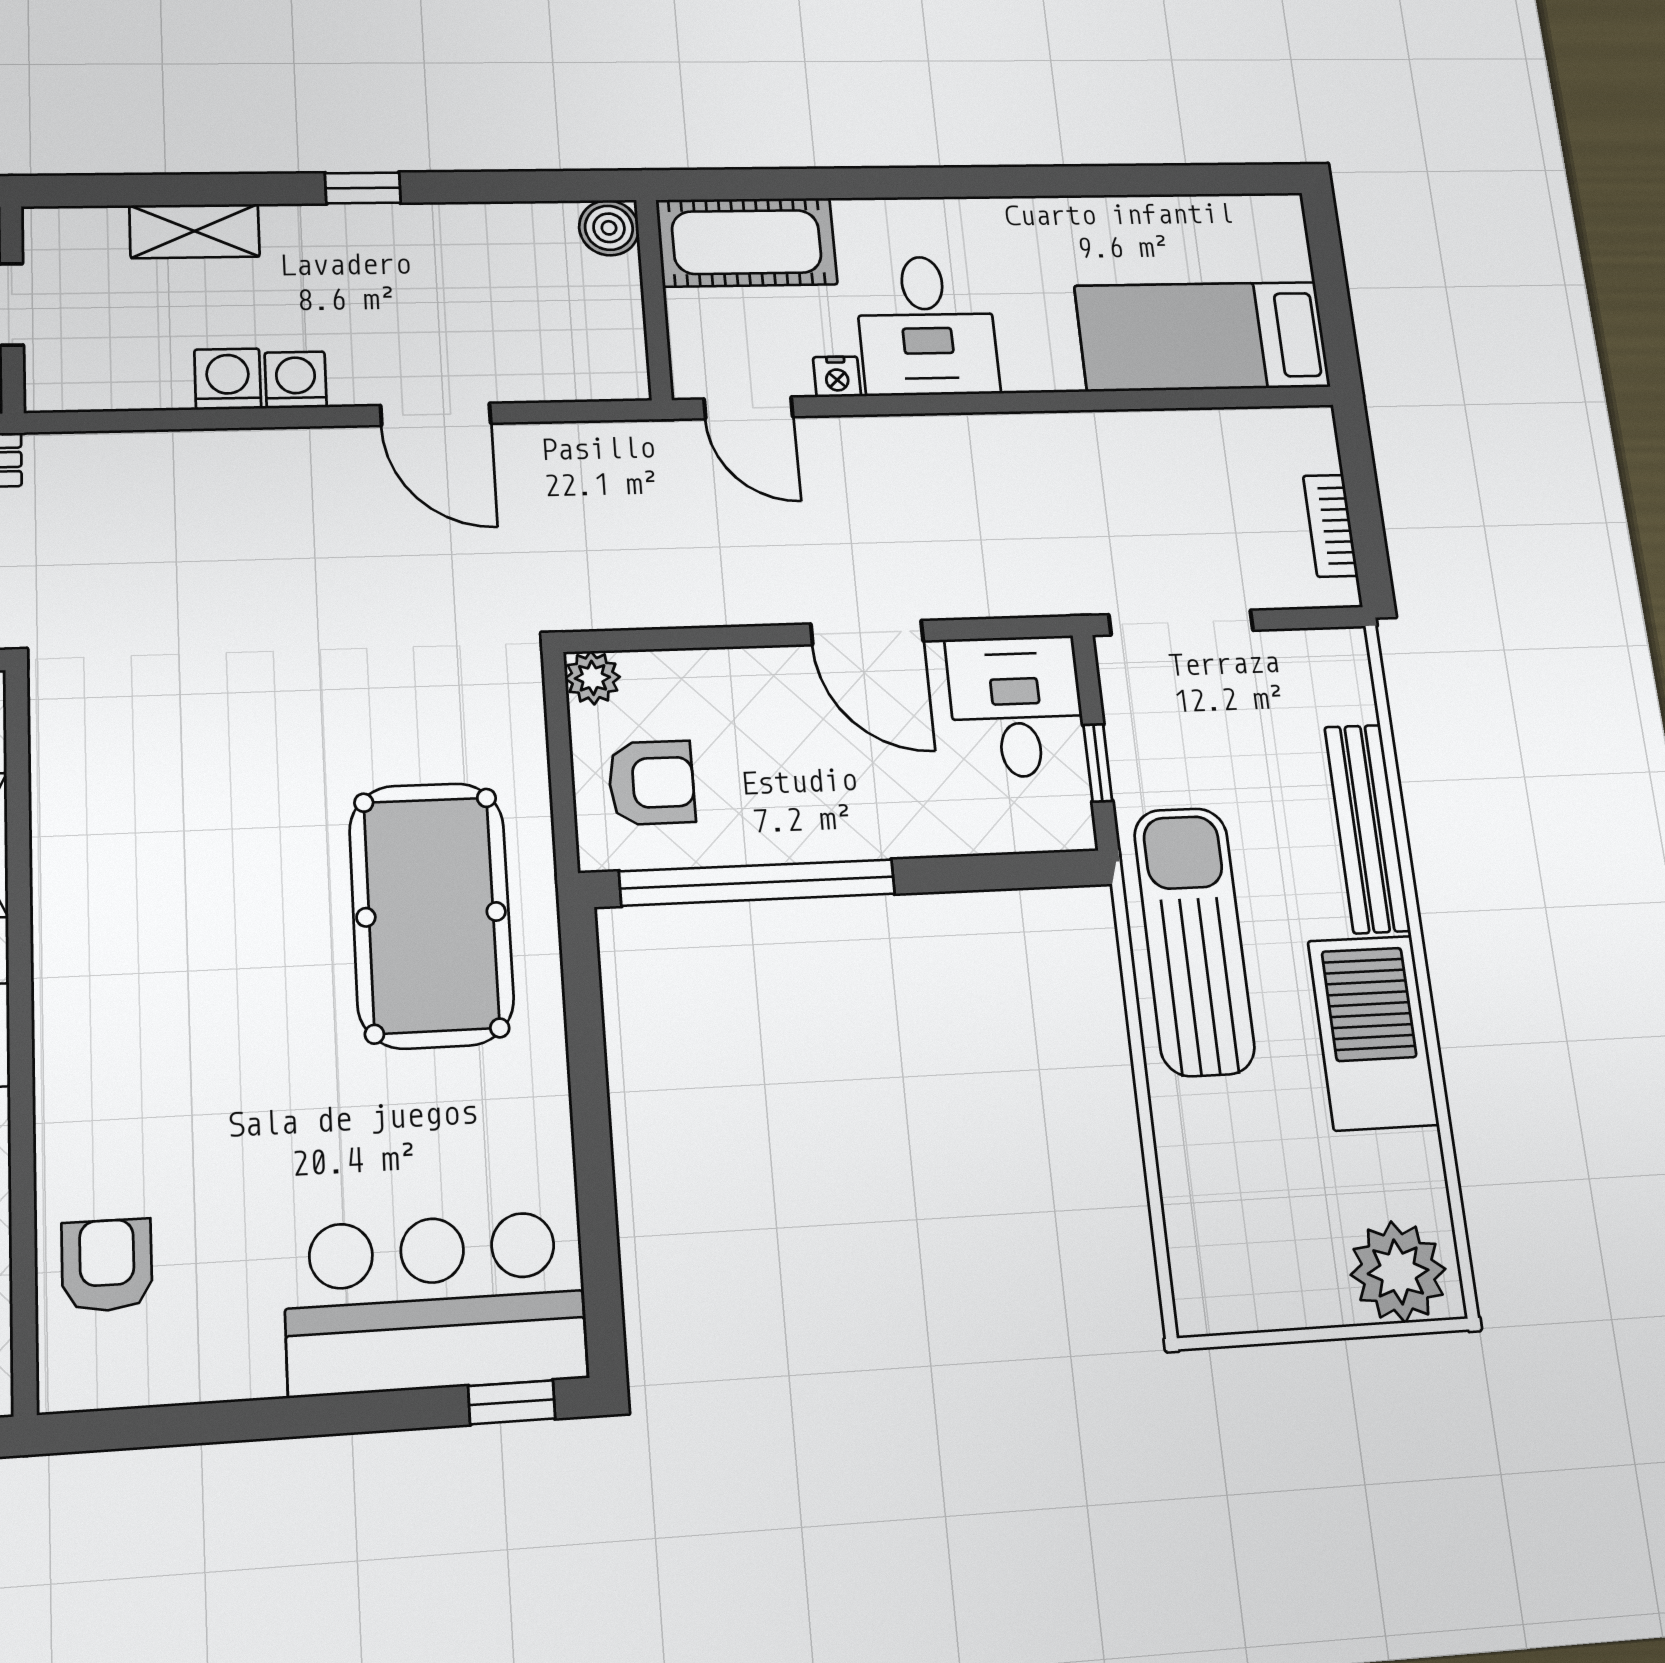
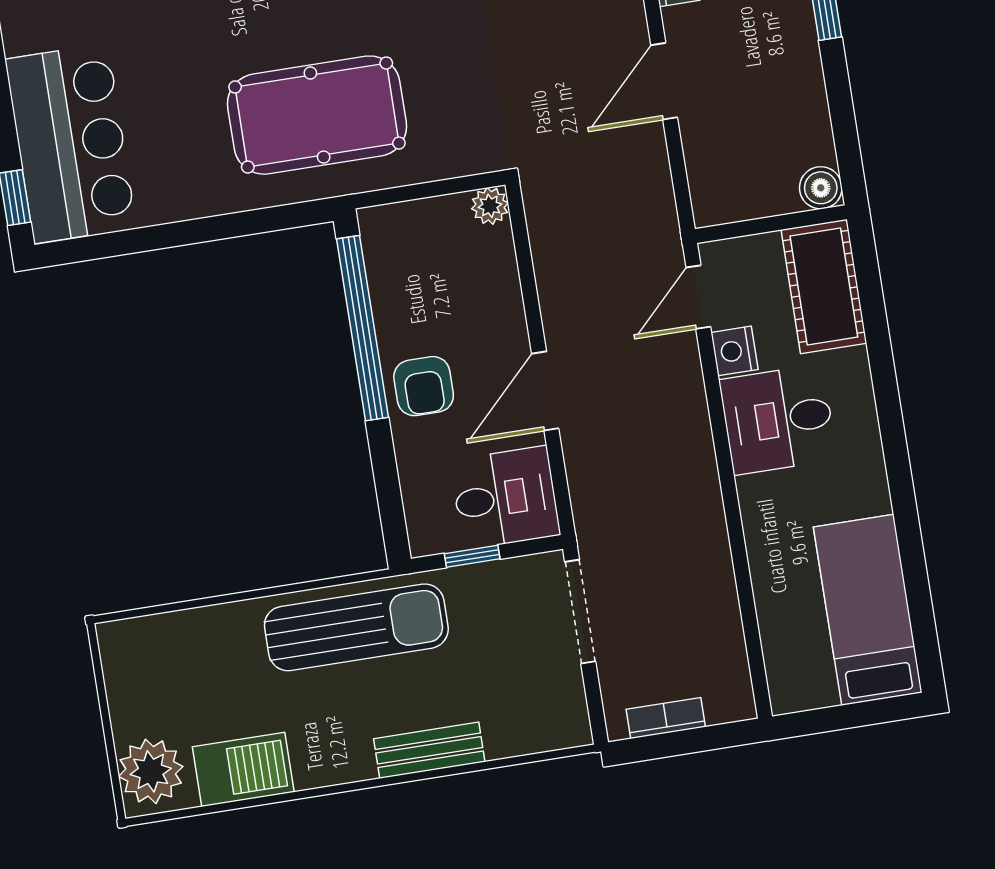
bed: (1202, 336) -> (868, 610), moved
nightstand: (837, 377) -> (735, 351), width x1.39, depth x1.35
armchair: (651, 783) -> (424, 386), moved
bench: (1367, 828) -> (429, 750), width x0.73
barbecue: (1373, 1033) -> (243, 769), moved, width x0.73, depth x0.83

